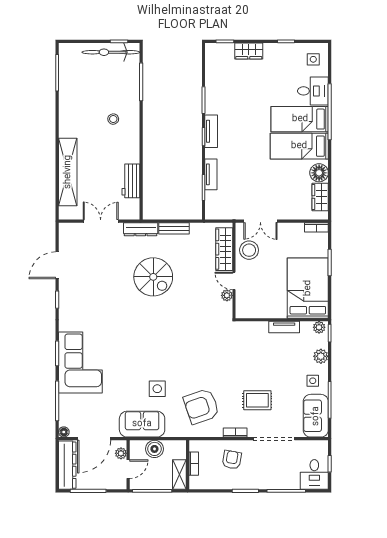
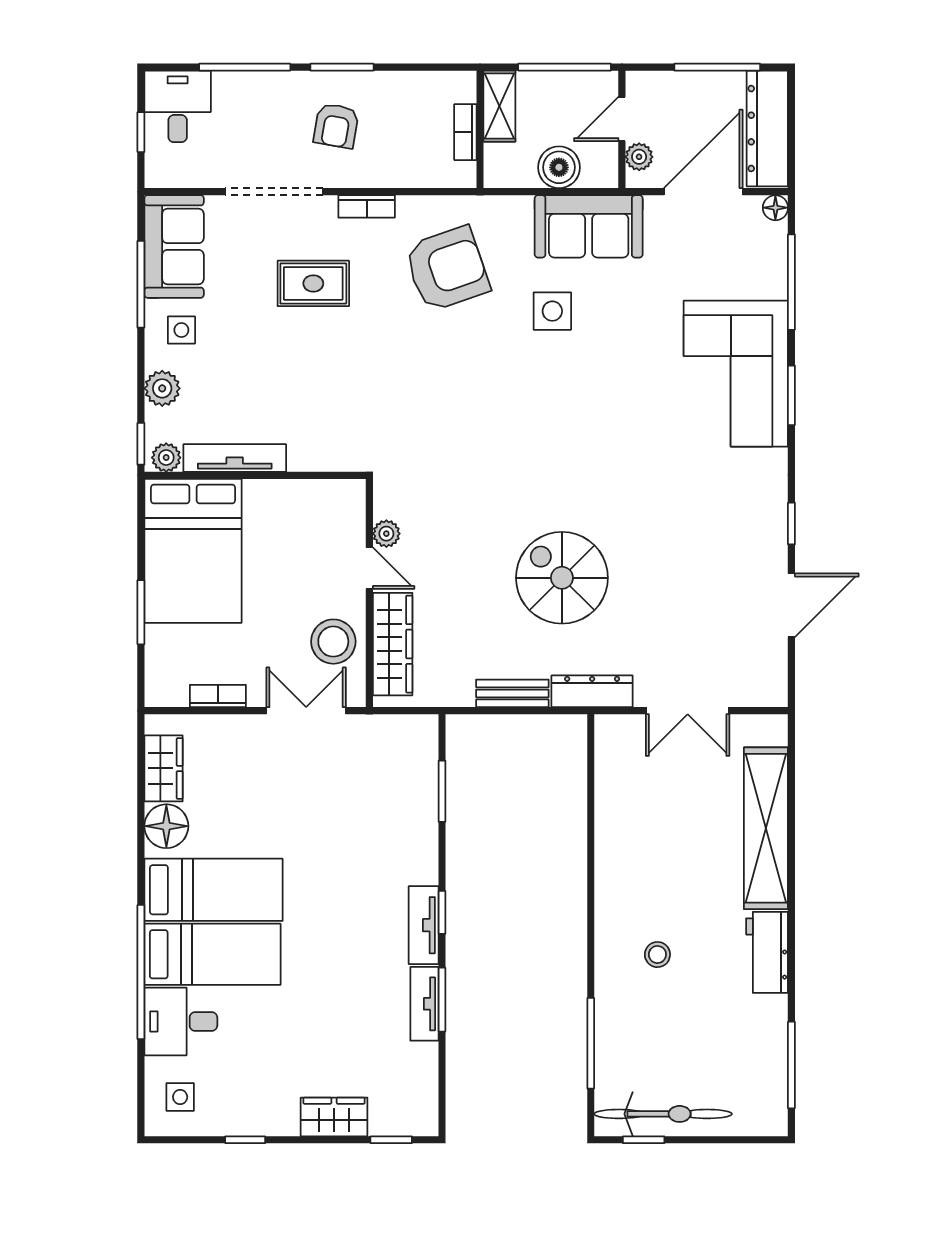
tv unit: (211, 174) -> (424, 1004), moved
workbench: (131, 181) -> (767, 952), moved, turned 180
bookcase: (316, 227) -> (218, 696), moved
tv unit: (284, 327) -> (235, 458), width x1.41
armchair: (232, 460) -> (336, 126), moved

